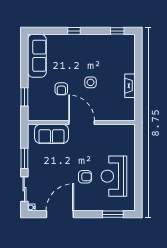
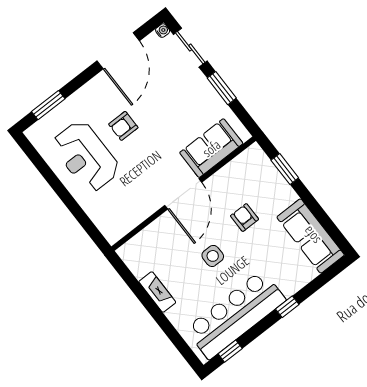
bar counter: (101, 46) -> (236, 315), added
door: (82, 123) -> (183, 194), hinge flipped
reception desk: (114, 176) -> (86, 156), turned 180

